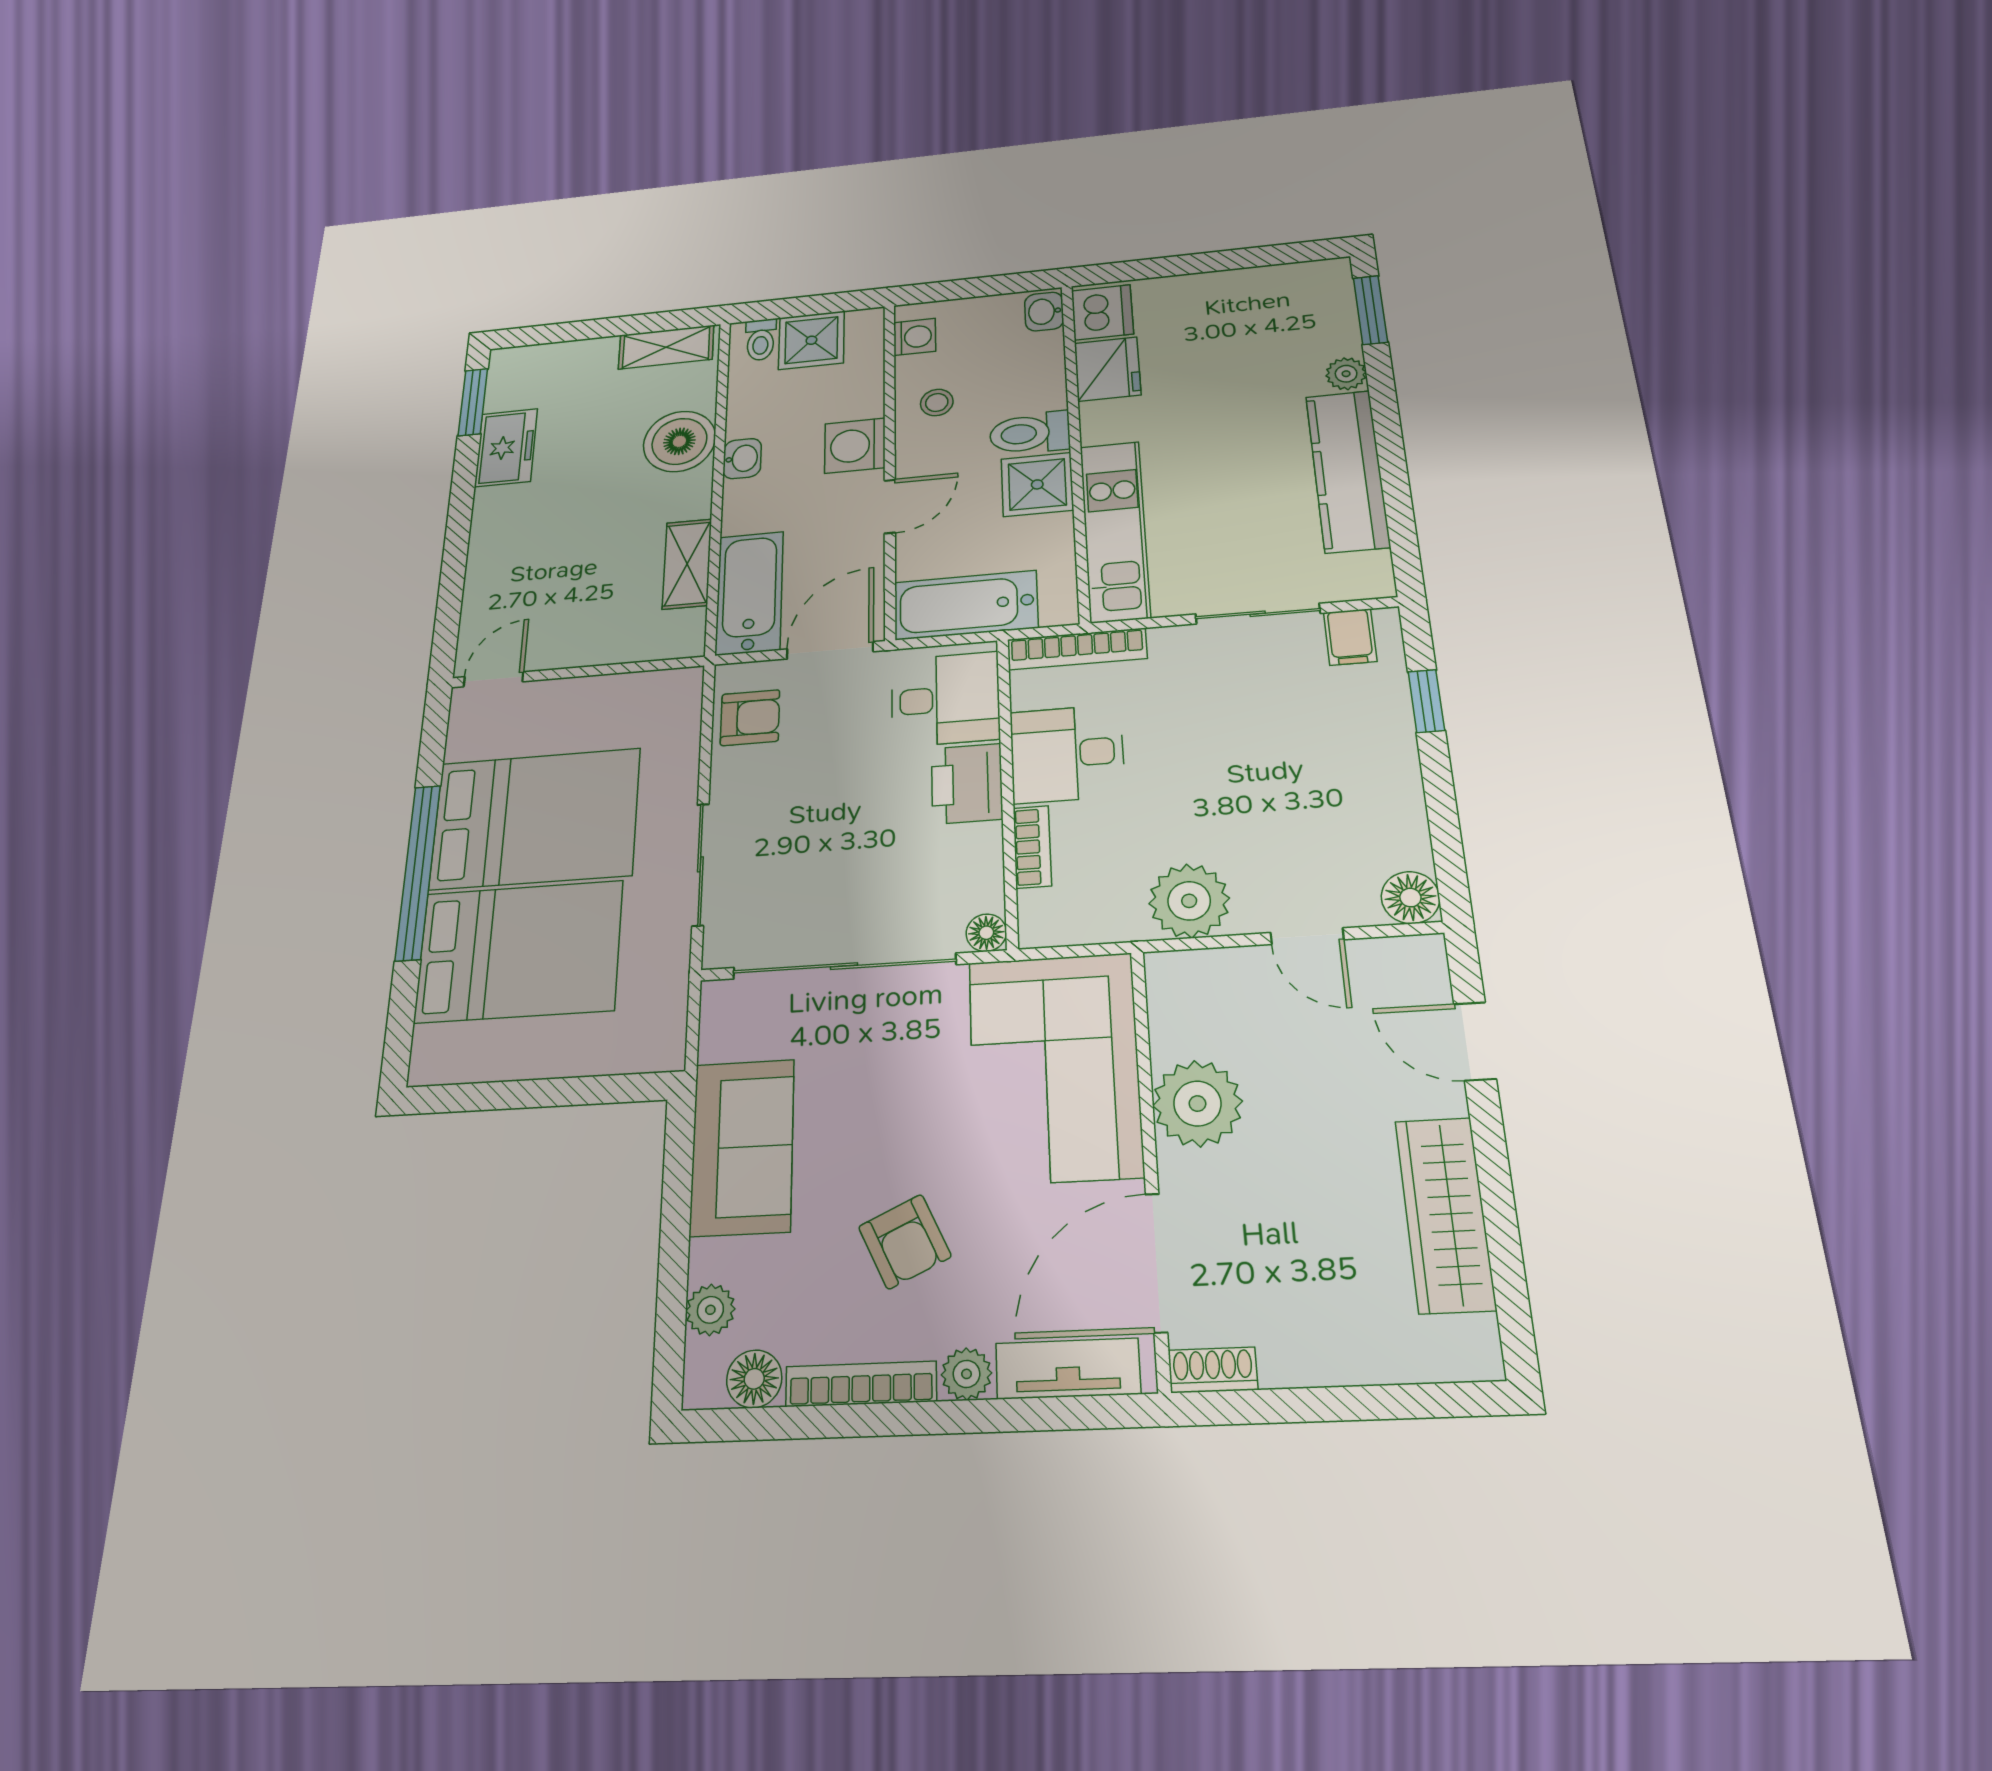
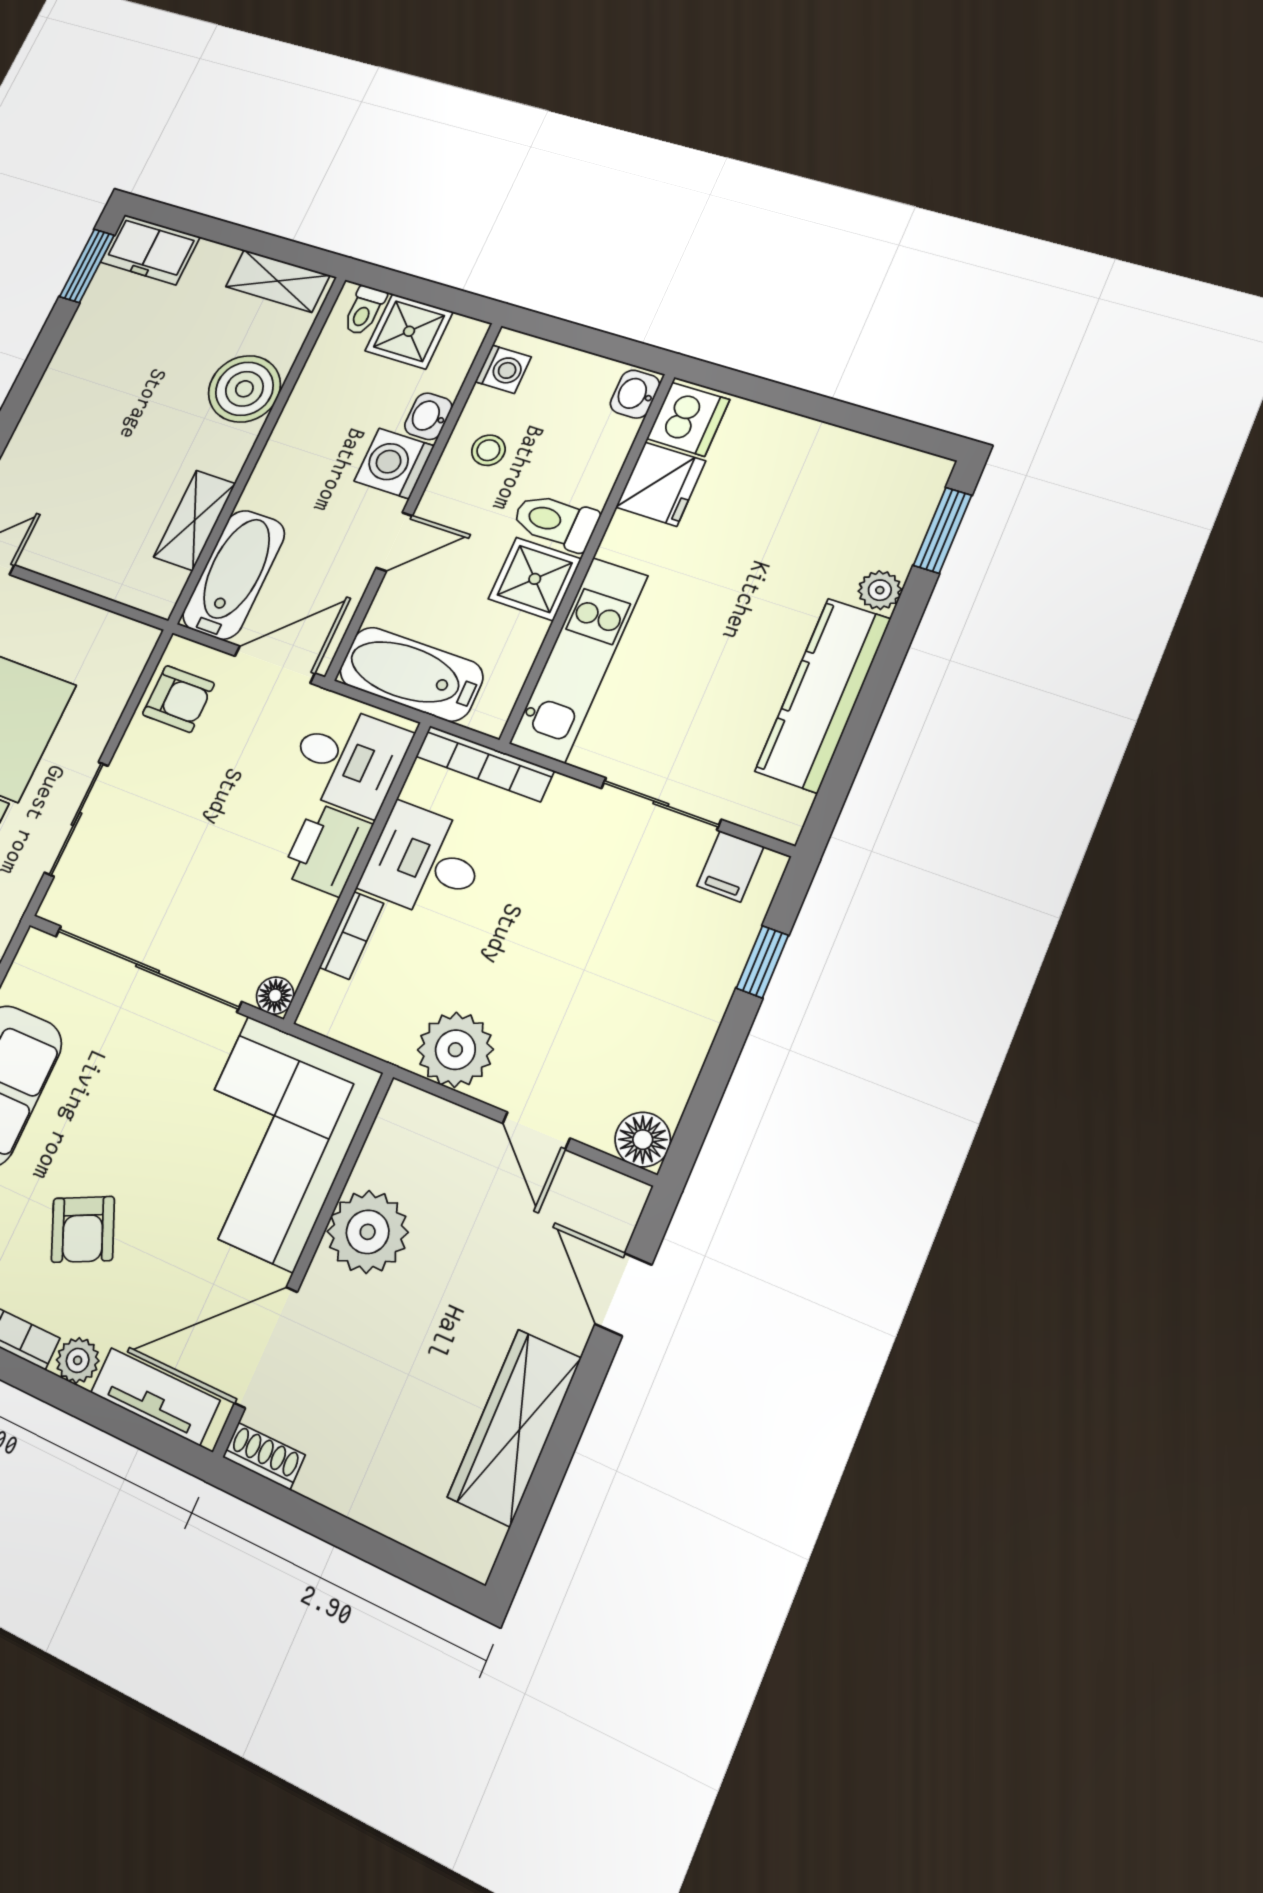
freezer: (506, 448) -> (150, 249), moved, turned 90
washbasin: (742, 459) -> (428, 416), moved, turned 180

